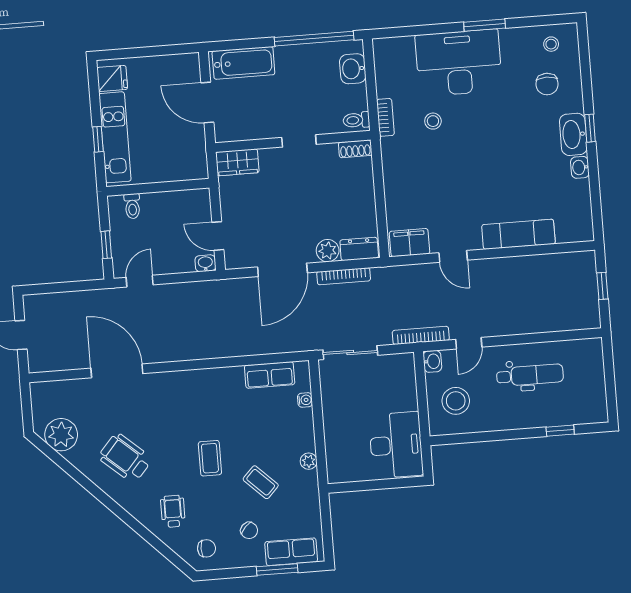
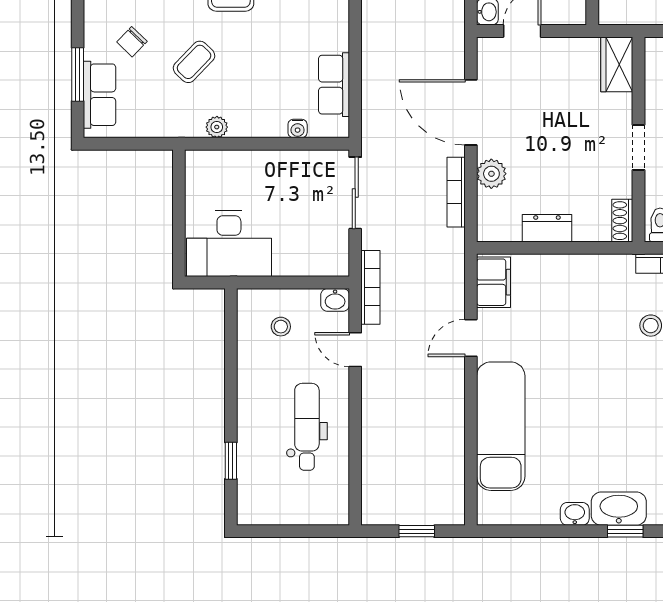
exam couch: (518, 234) -> (501, 426), width x1.36, depth x1.45
dresser: (359, 249) -> (547, 228), moved, turned -90
dental chair: (530, 375) -> (307, 427), turned 180
stool: (456, 401) -> (281, 327), width x0.53, depth x0.53

